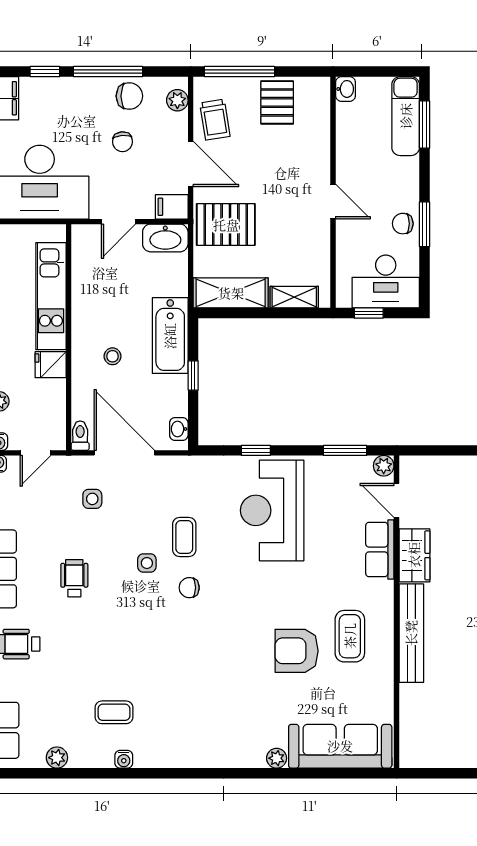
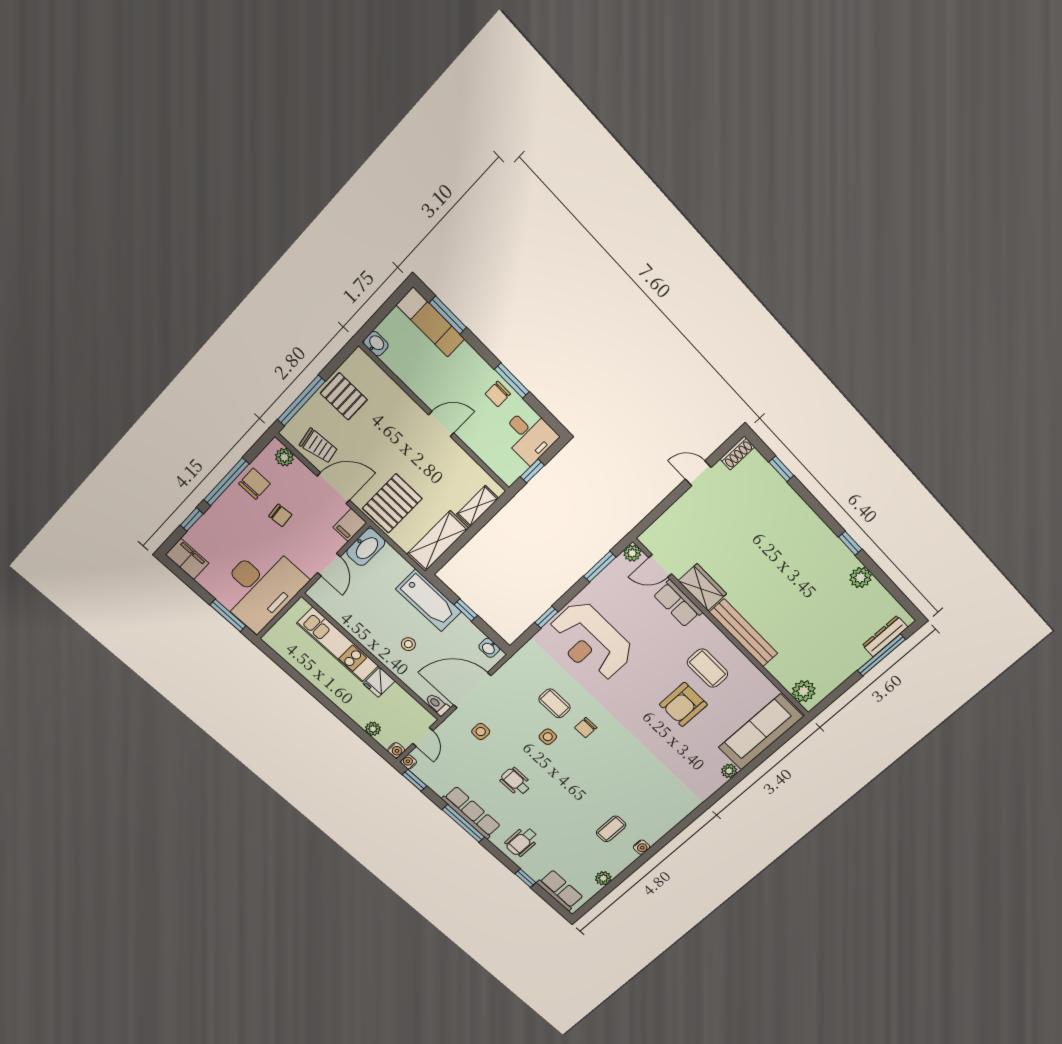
desk: (386, 282) -> (529, 435), width x0.73
plant: (414, 742) -> (804, 691), added

